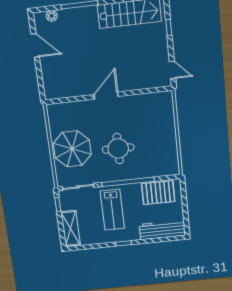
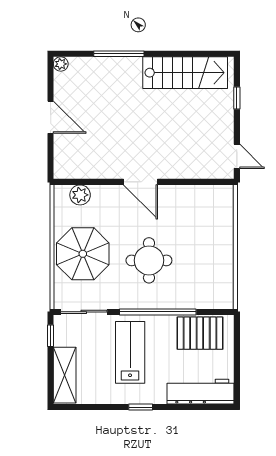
plant: (52, 16) -> (61, 64), moved
door: (35, 45) -> (51, 117), moved
door: (106, 95) -> (140, 182), swing flipped
plant: (65, 109) -> (80, 195), added
lab bench: (112, 210) -> (130, 352), turned 180

